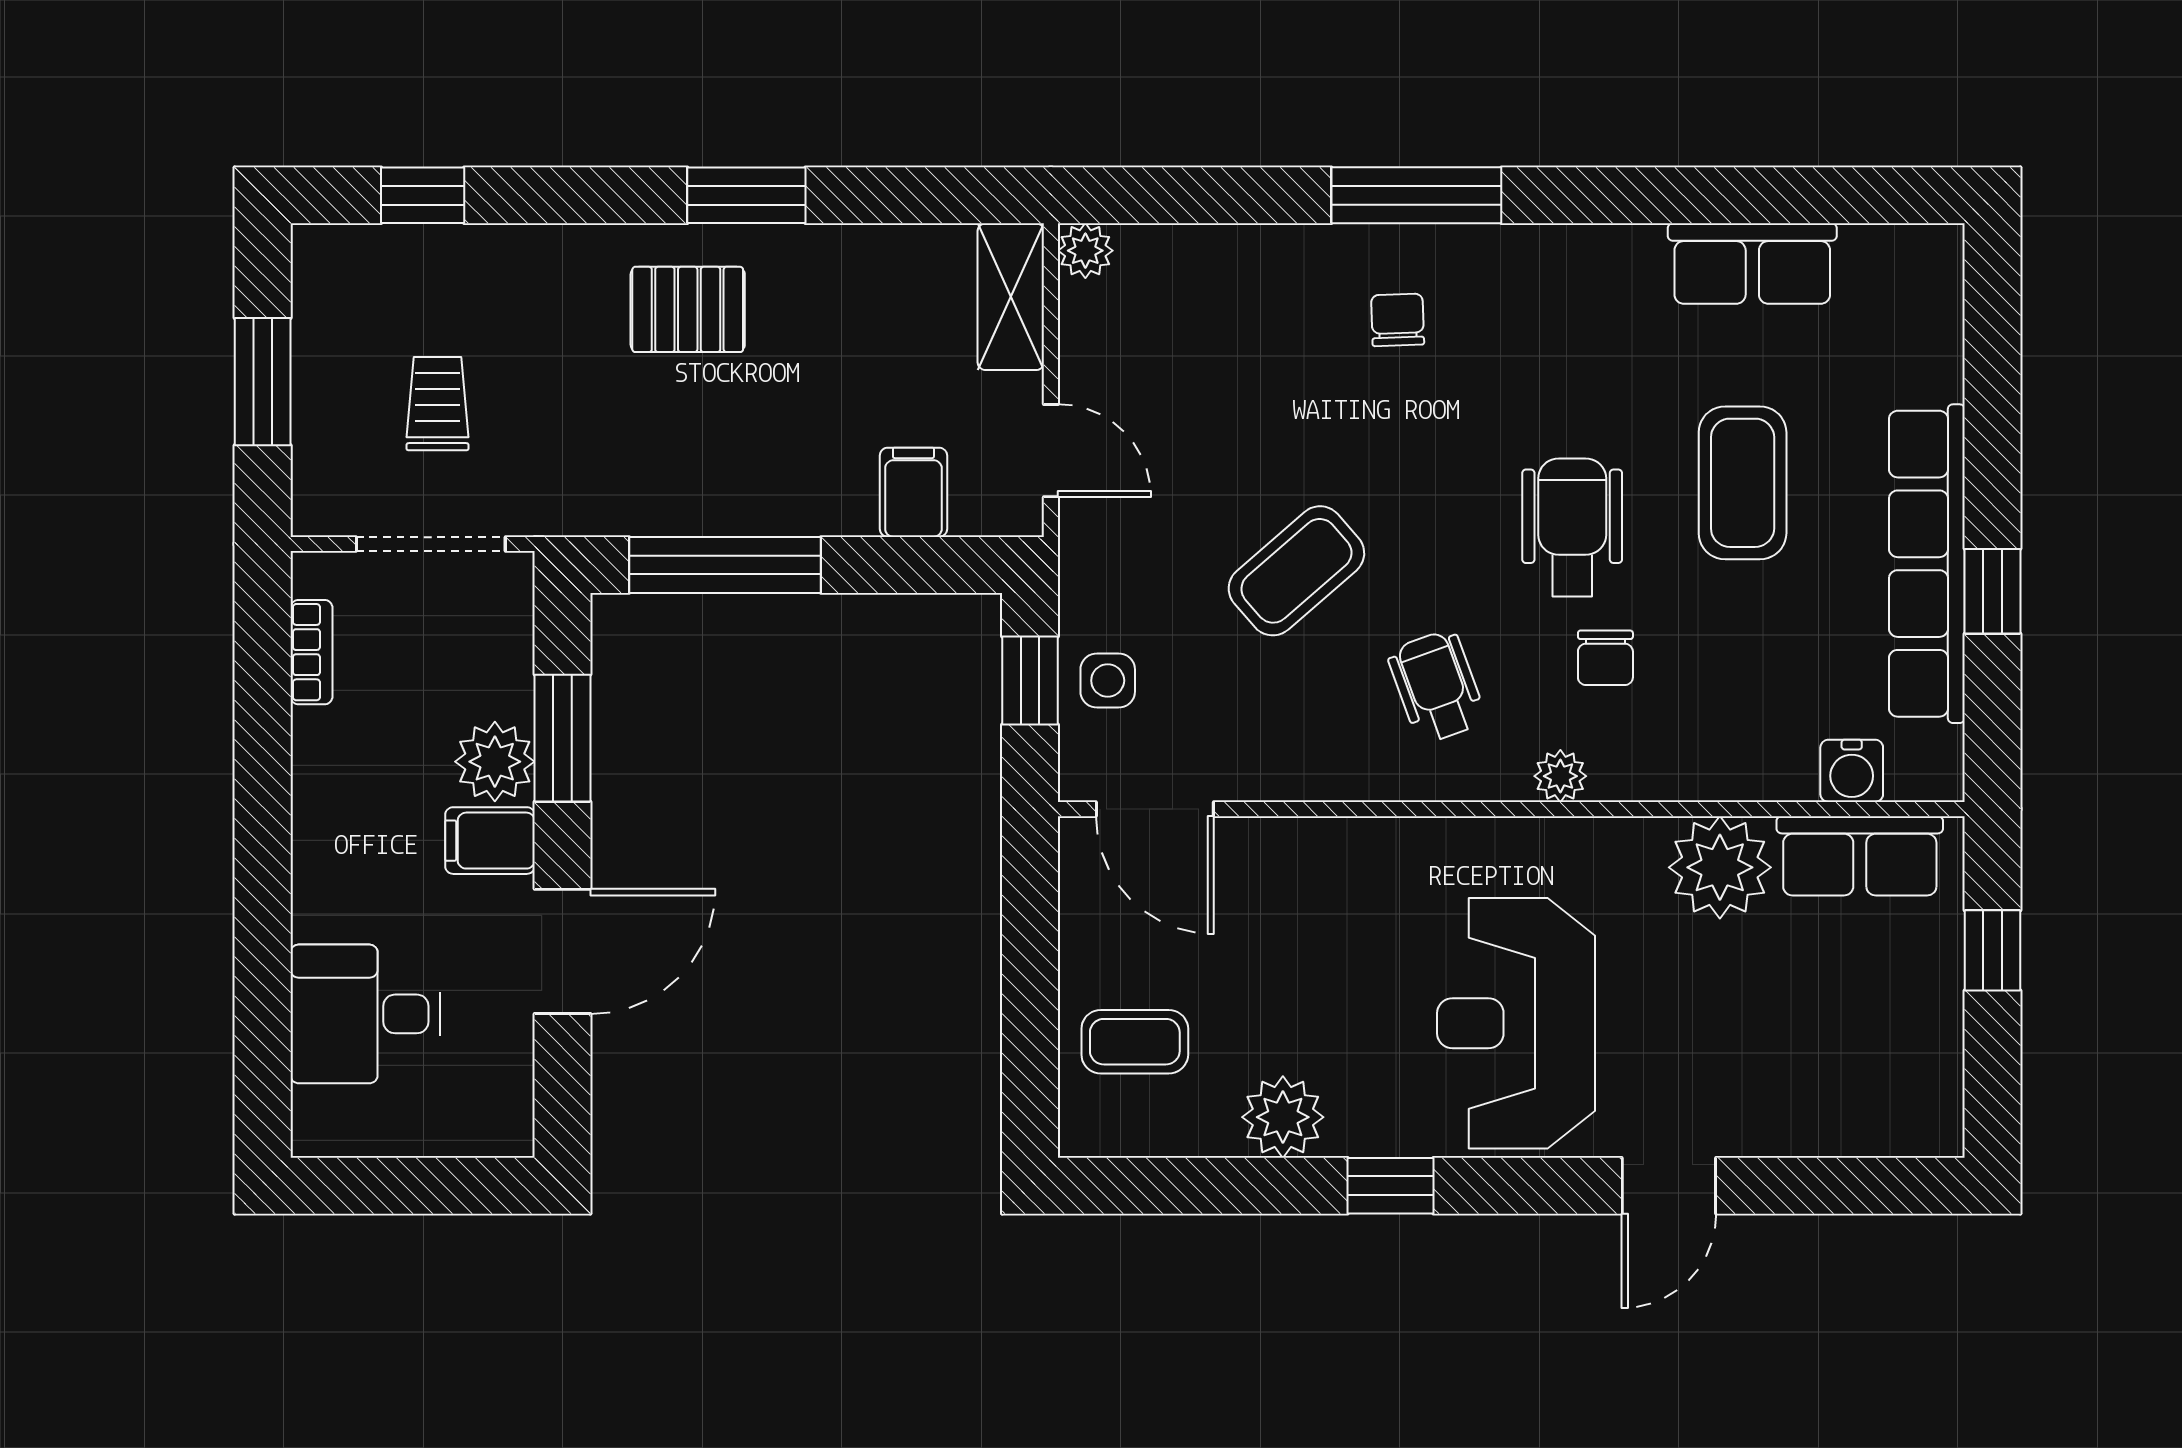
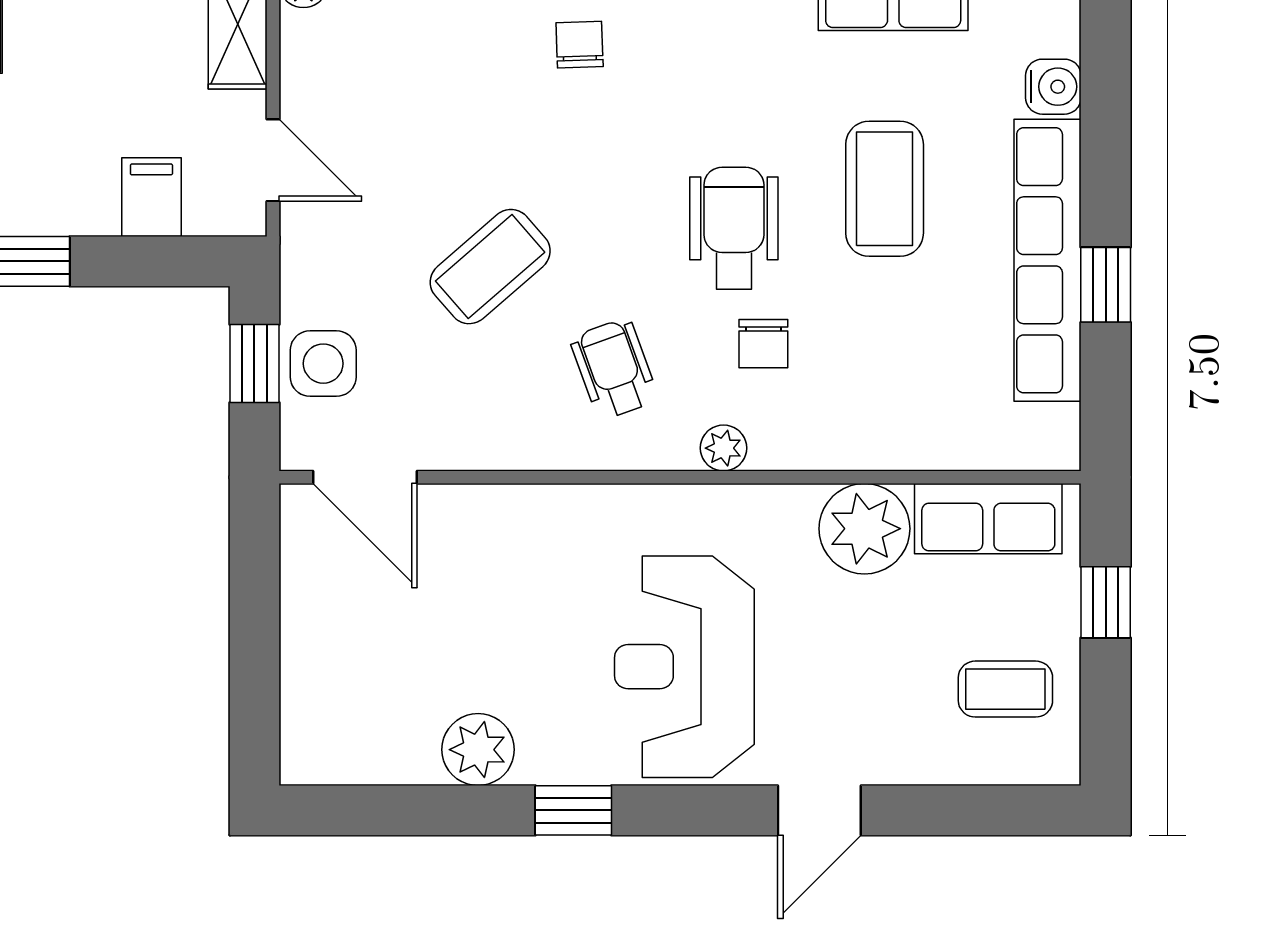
side table: (1108, 681) -> (323, 364), width x1.37, depth x1.37
water cooler: (1852, 771) -> (1053, 87), moved, turned -90
coffee table: (1135, 1042) -> (1005, 689), moved

